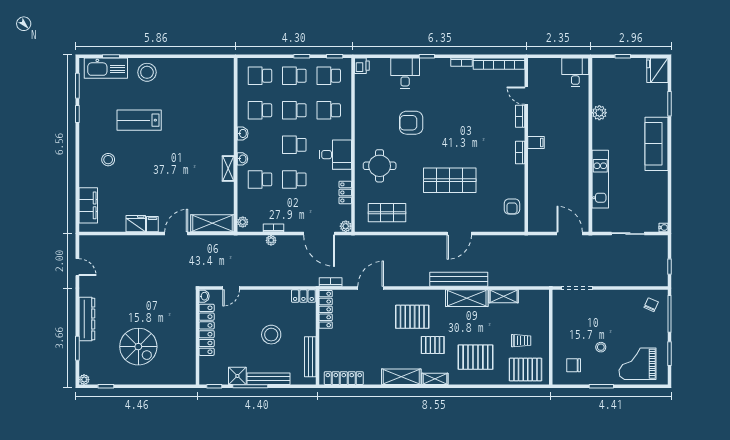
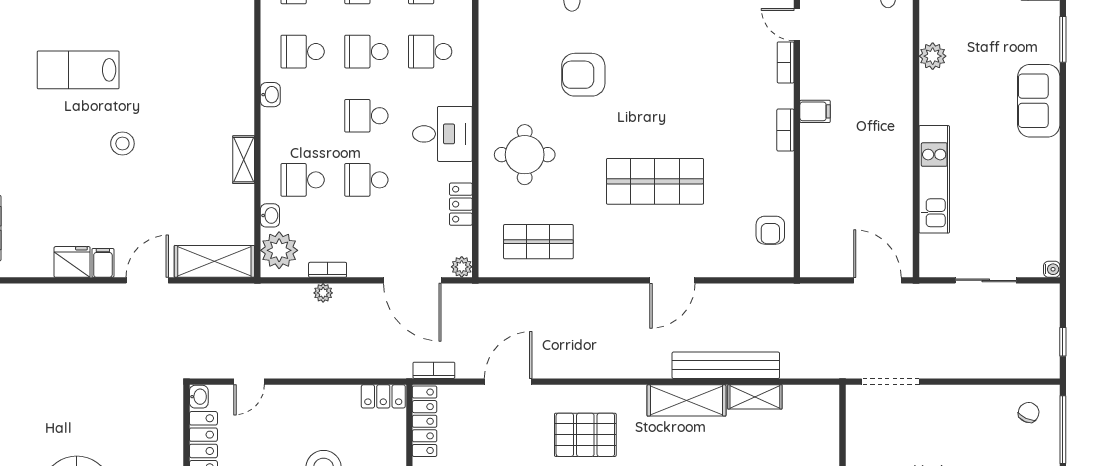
sofa: (657, 144) -> (1039, 101), width x0.73
washbasin: (242, 159) -> (270, 215), moved
stool: (108, 160) -> (122, 144), moved
plant: (243, 222) -> (279, 250), width x1.88, depth x1.88
bench: (459, 279) -> (726, 365), moved

